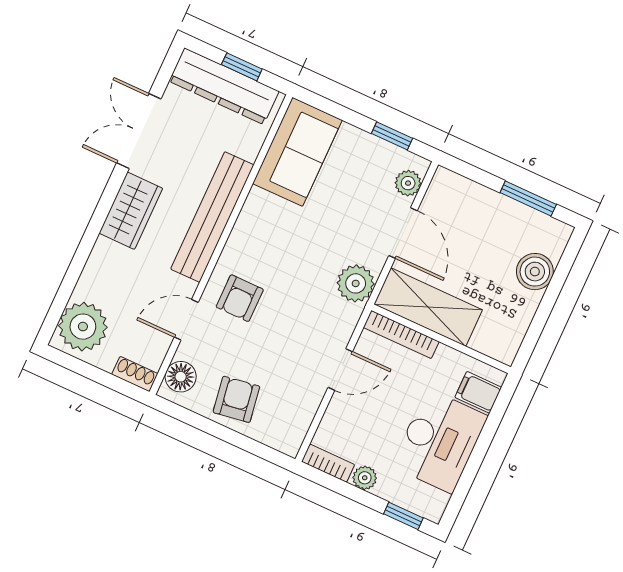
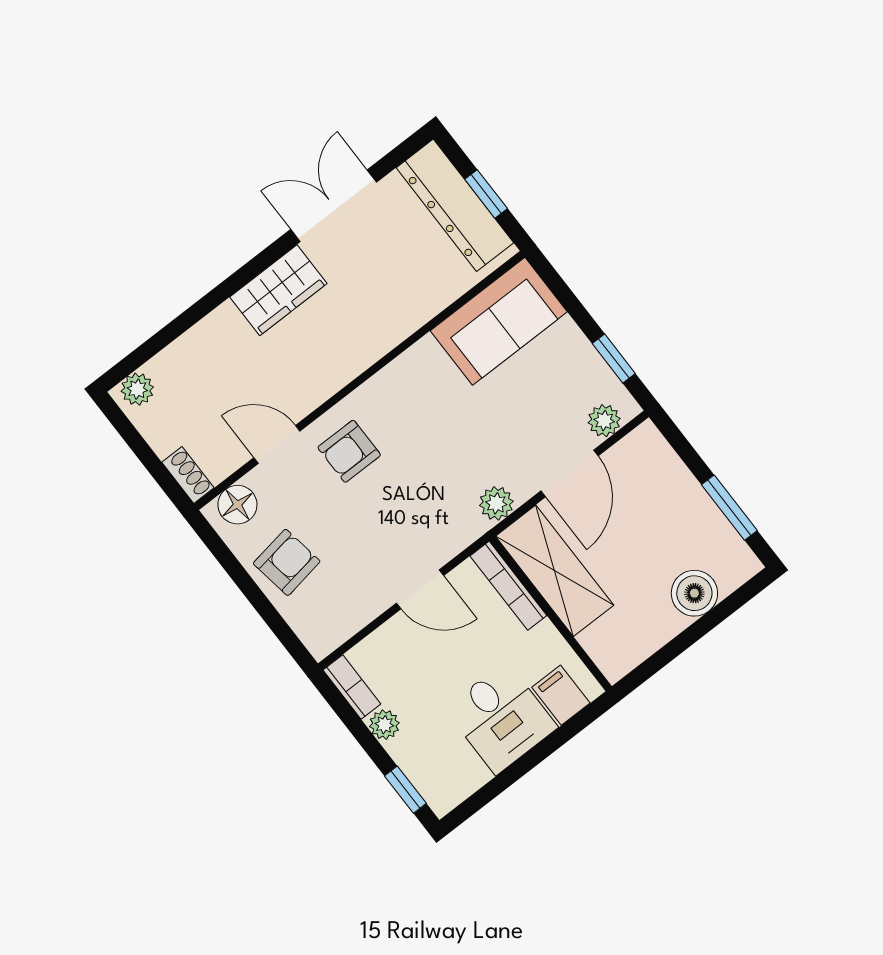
bench: (212, 217) -> (366, 345), removed
plant: (356, 283) -> (496, 503), width x0.73, depth x0.73
plant: (83, 327) -> (137, 389), width x0.53, depth x0.53
desk: (440, 441) -> (501, 718), width x0.73

